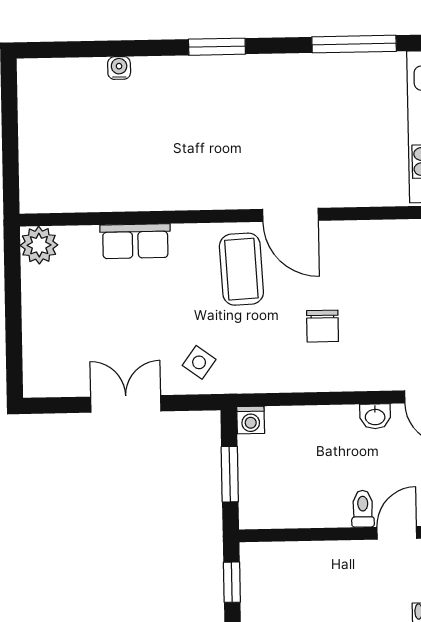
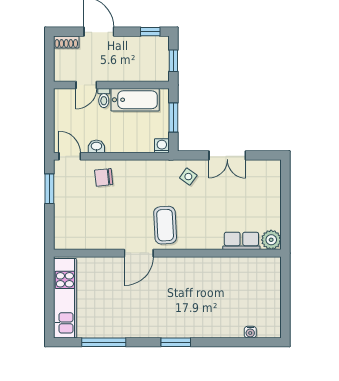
water cooler: (119, 68) -> (250, 332), moved
door: (290, 215) -> (139, 253), swing flipped
row of seats: (135, 241) -> (241, 241), moved
chair: (323, 326) -> (104, 177), moved, turned -96
bathtub: (303, 507) -> (135, 100), added

